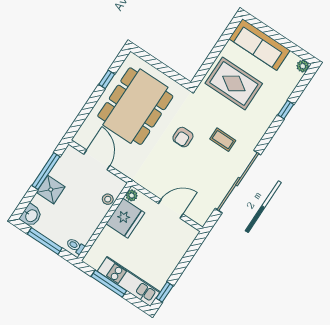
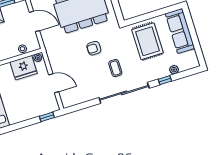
plant: (303, 66) -> (174, 70), moved
door: (97, 160) -> (34, 21), hinge flipped
sliding door: (238, 182) -> (124, 93), moved
window: (165, 292) -> (47, 117), moved

